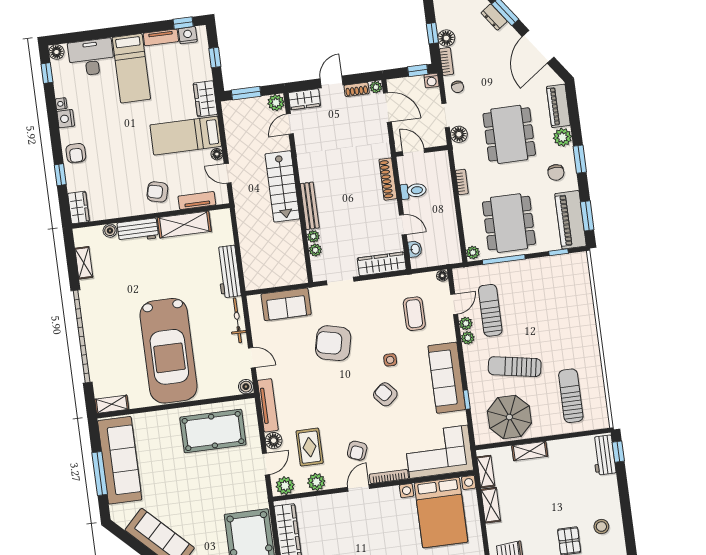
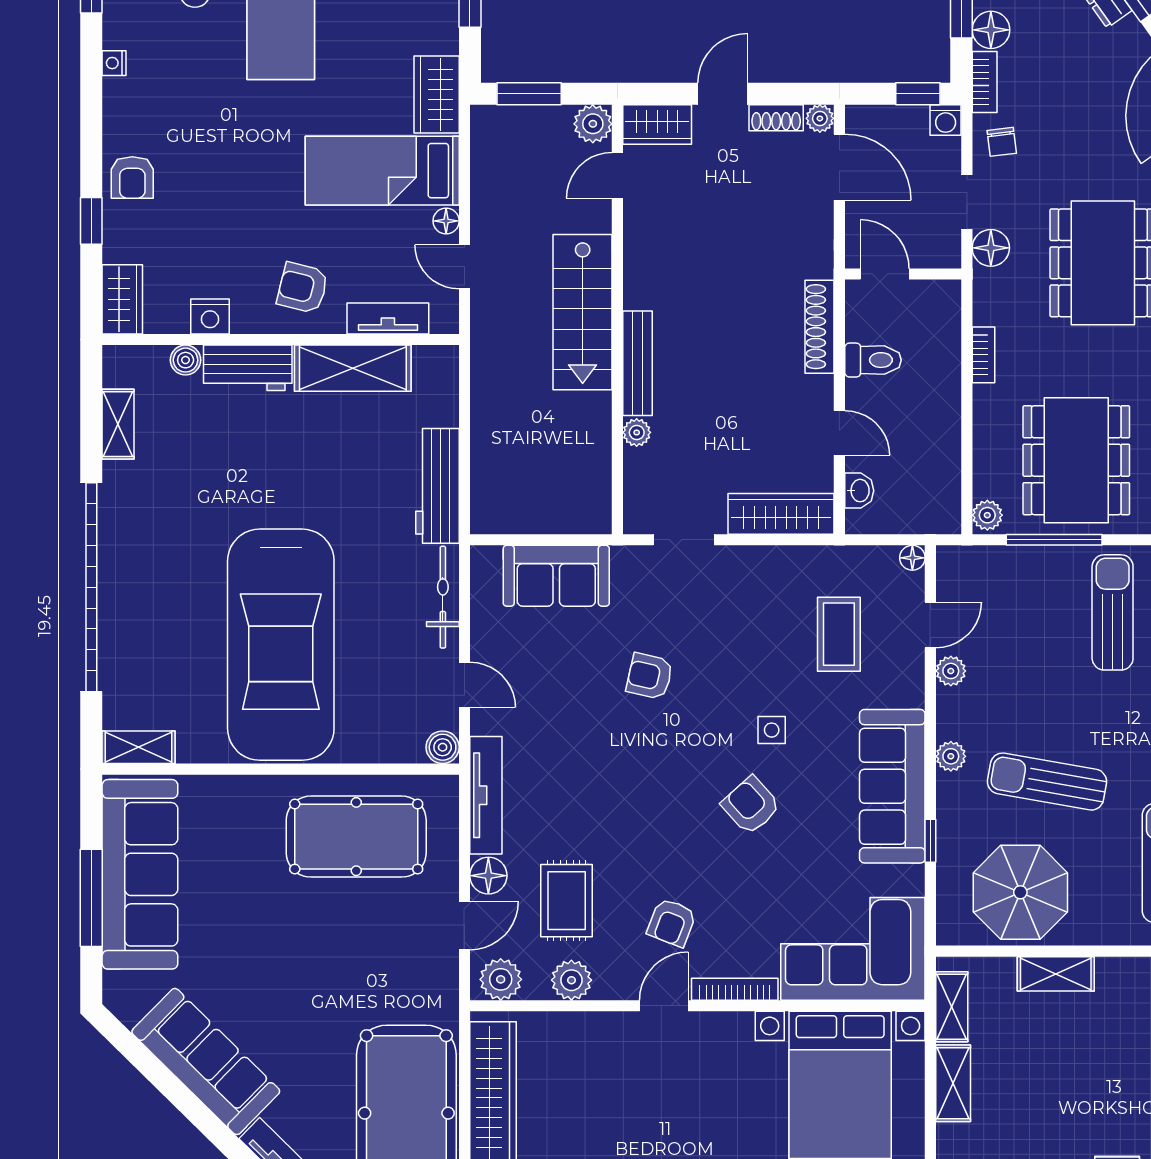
nightstand: (66, 119) -> (210, 316), moved, turned -90
plant: (315, 250) -> (637, 464), removed
sun lounger: (490, 310) -> (1113, 612), moved
plant: (468, 338) -> (951, 756), moved
armchair: (333, 343) -> (650, 676), width x0.53, depth x0.53

